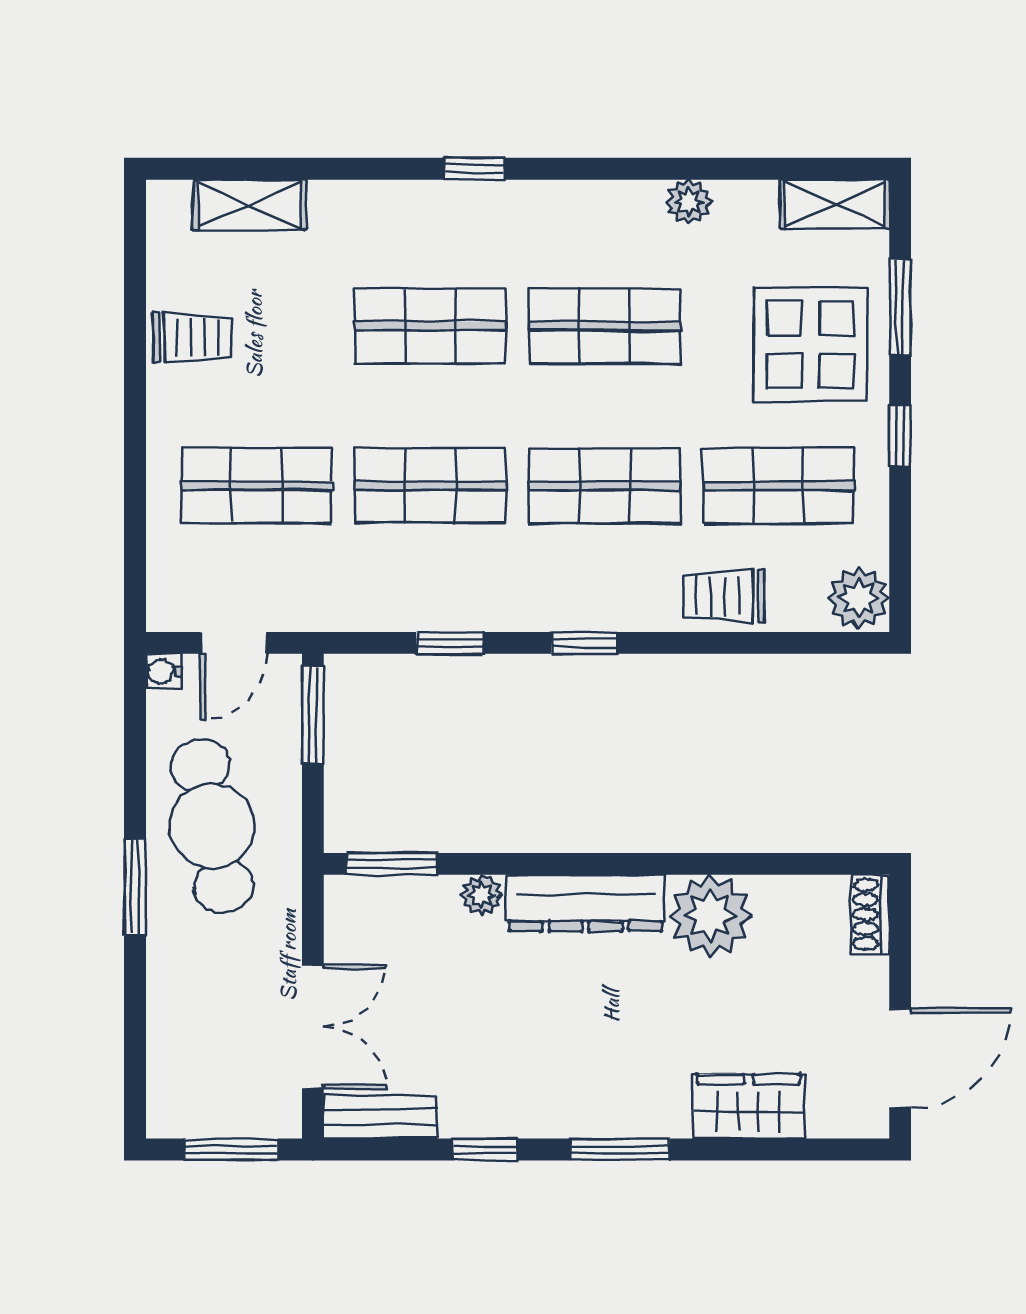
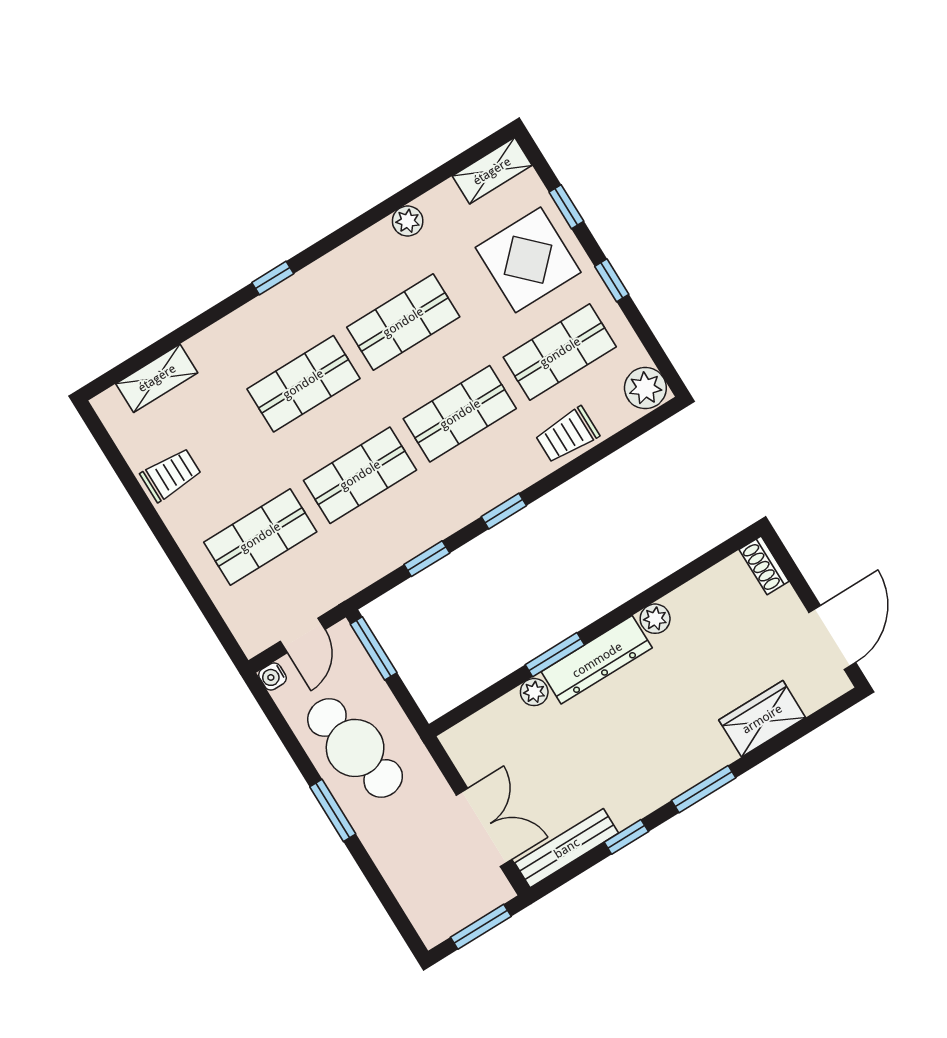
window: (900, 307) -> (566, 207), width x0.67
window: (392, 864) -> (555, 655), moved
plant: (710, 916) -> (655, 619), width x0.53, depth x0.53
bench: (380, 1117) -> (567, 848), width x1.36

